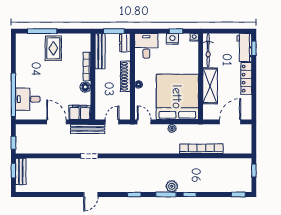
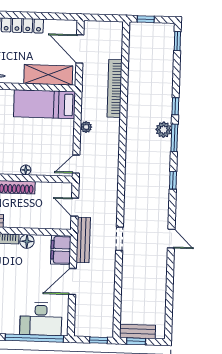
shelving: (210, 86) -> (48, 75), moved
bed: (177, 97) -> (44, 104), width x0.49
desk: (28, 99) -> (41, 319), width x1.37

